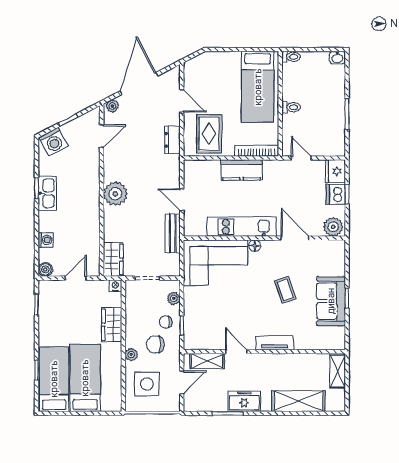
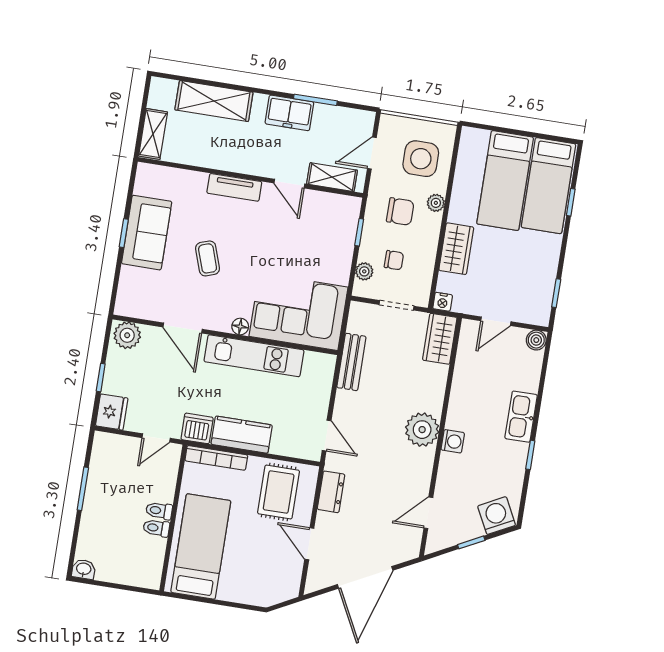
toilet: (291, 57) -> (156, 528), moved
plant: (112, 106) -> (407, 552), removed
door: (301, 158) -> (156, 438), hinge flipped
kitchen sink: (47, 193) -> (521, 417), moved
dishwasher: (336, 194) -> (197, 428), moved, turned -90
door: (182, 200) -> (327, 436), moved
washing machine: (46, 240) -> (453, 441), moved, turned 180
chair: (166, 322) -> (394, 260), moved

